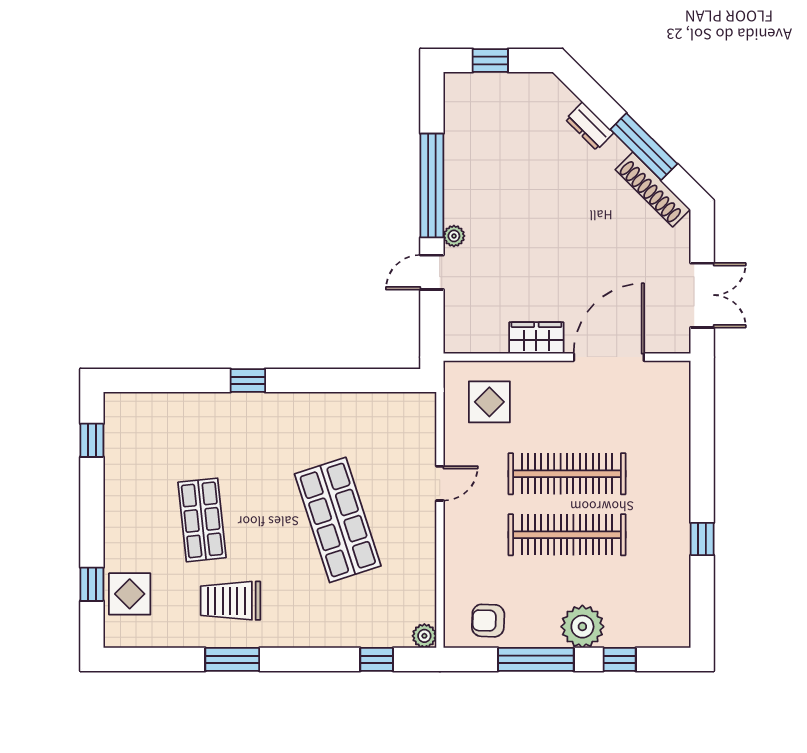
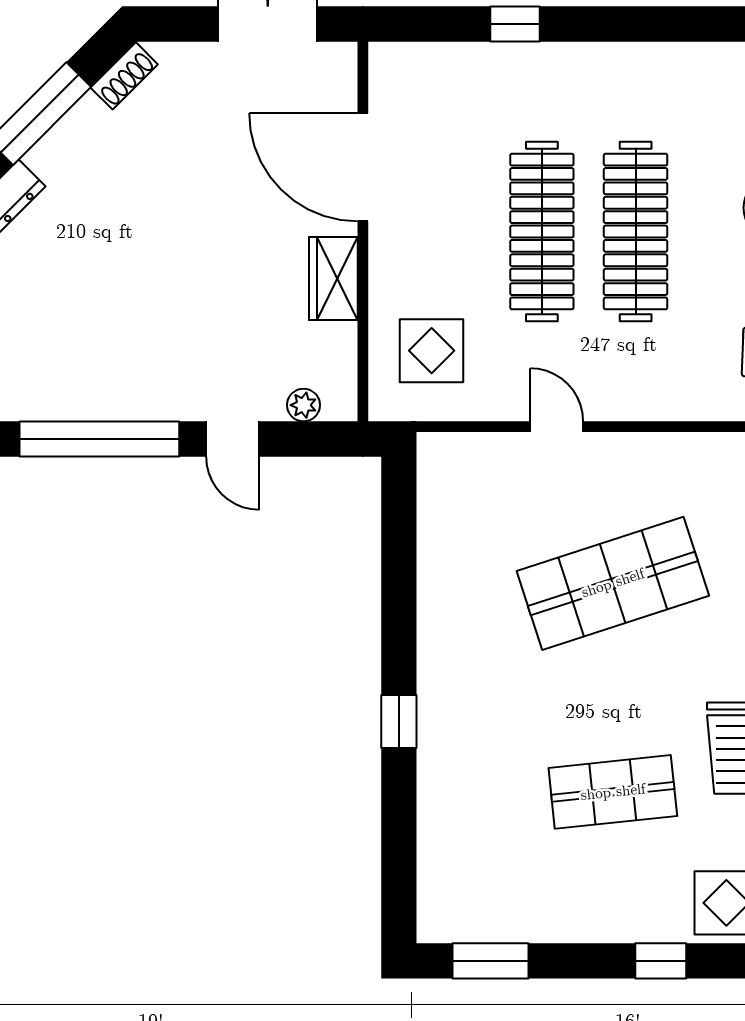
shoe rack: (653, 189) -> (124, 76), width x0.51, depth x0.81
plant: (454, 236) -> (304, 405), moved
window: (92, 440) -> (490, 961), width x1.50
window: (702, 539) -> (515, 24), moved
window: (92, 584) -> (661, 961), moved

